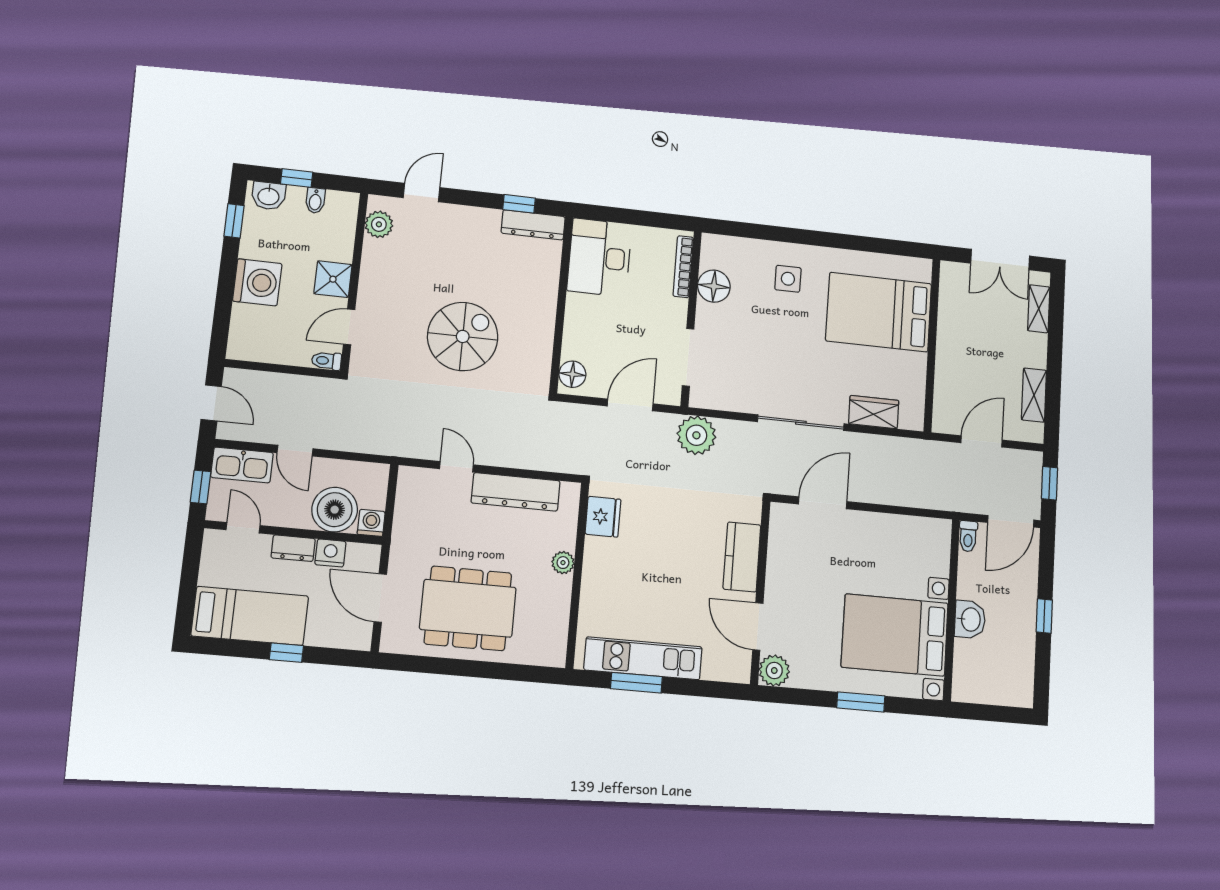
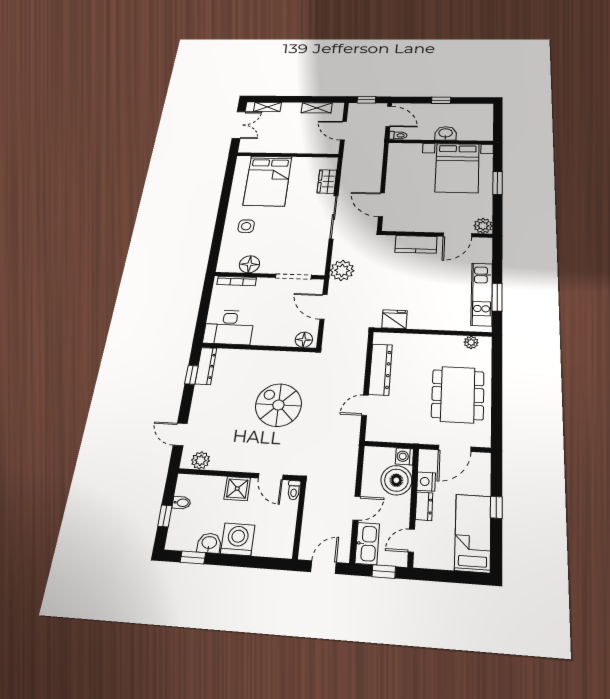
washbasin: (269, 196) -> (209, 543), moved, turned -90
plant: (563, 563) -> (471, 342), moved

